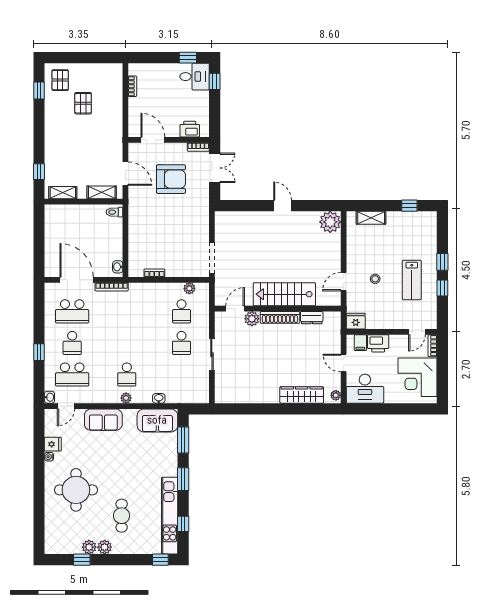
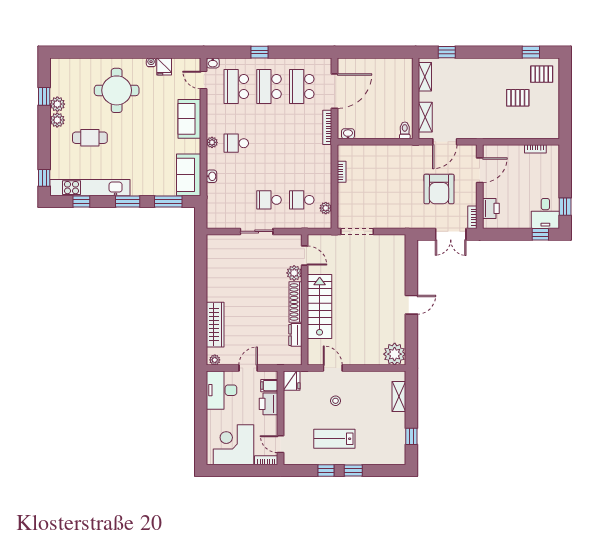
school desk: (72, 343) -> (269, 86), width x1.85

